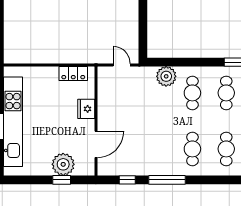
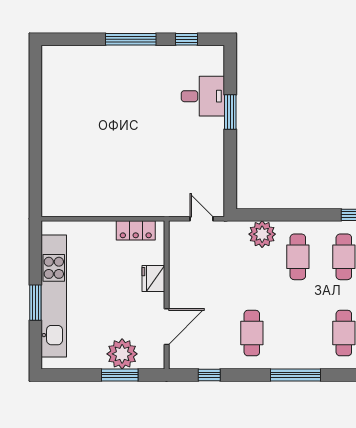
cafe table: (192, 149) -> (252, 333), moved
window: (62, 180) -> (120, 375), width x1.50
window: (167, 180) -> (295, 375), moved

